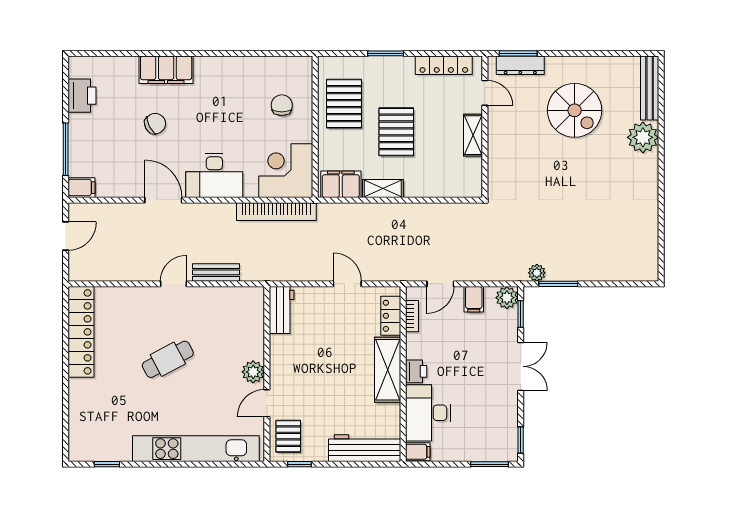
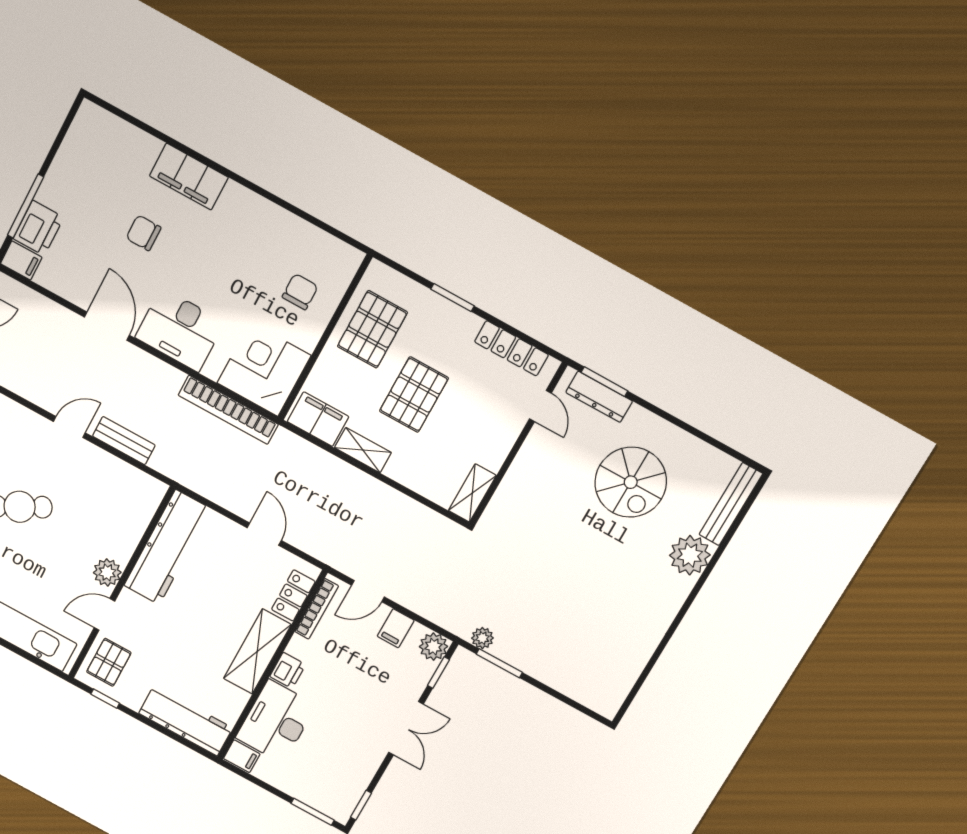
printer: (82, 96) -> (38, 228), moved
chair: (155, 124) -> (143, 233), turned -153
shelving: (473, 135) -> (472, 493), moved
workbench: (282, 310) -> (167, 547), width x1.88, depth x1.32
bookcase: (412, 316) -> (317, 609), width x1.56

